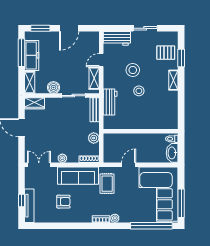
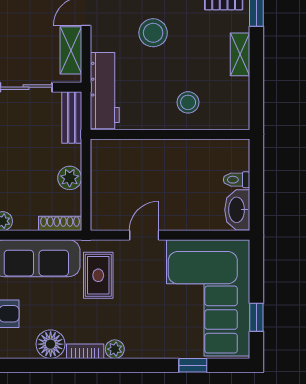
stool: (139, 91) -> (188, 102), moved
workbench: (110, 102) -> (105, 91), width x1.38
wall: (141, 131) -> (170, 134), moved
window: (181, 203) -> (256, 317), width x0.46
floor lamp: (85, 216) -> (51, 344), added
window: (151, 226) -> (193, 365), width x0.32

